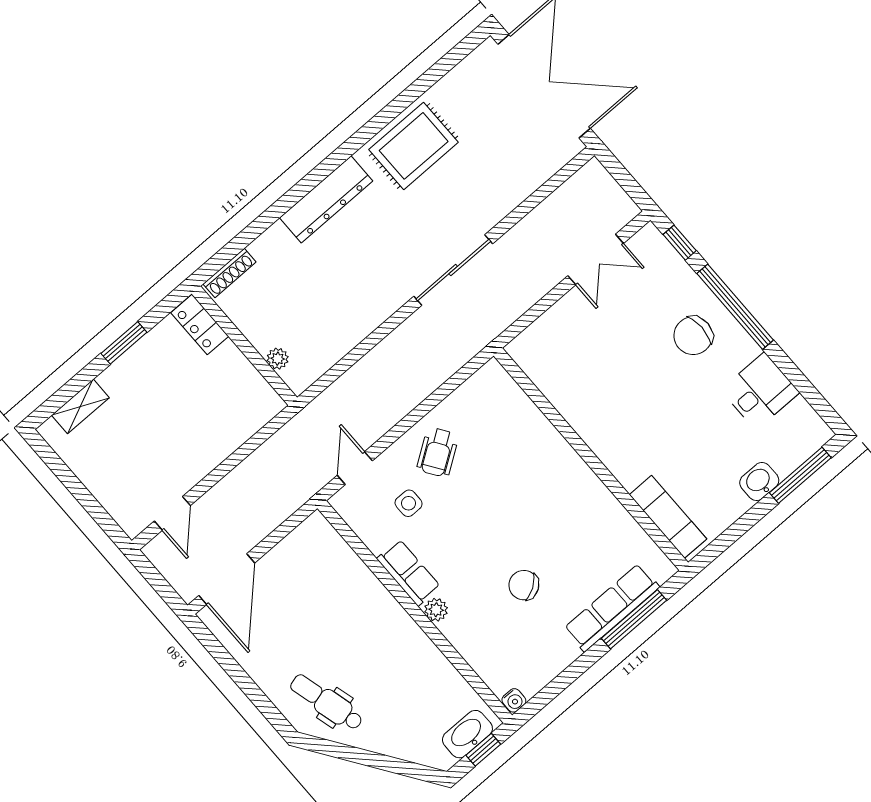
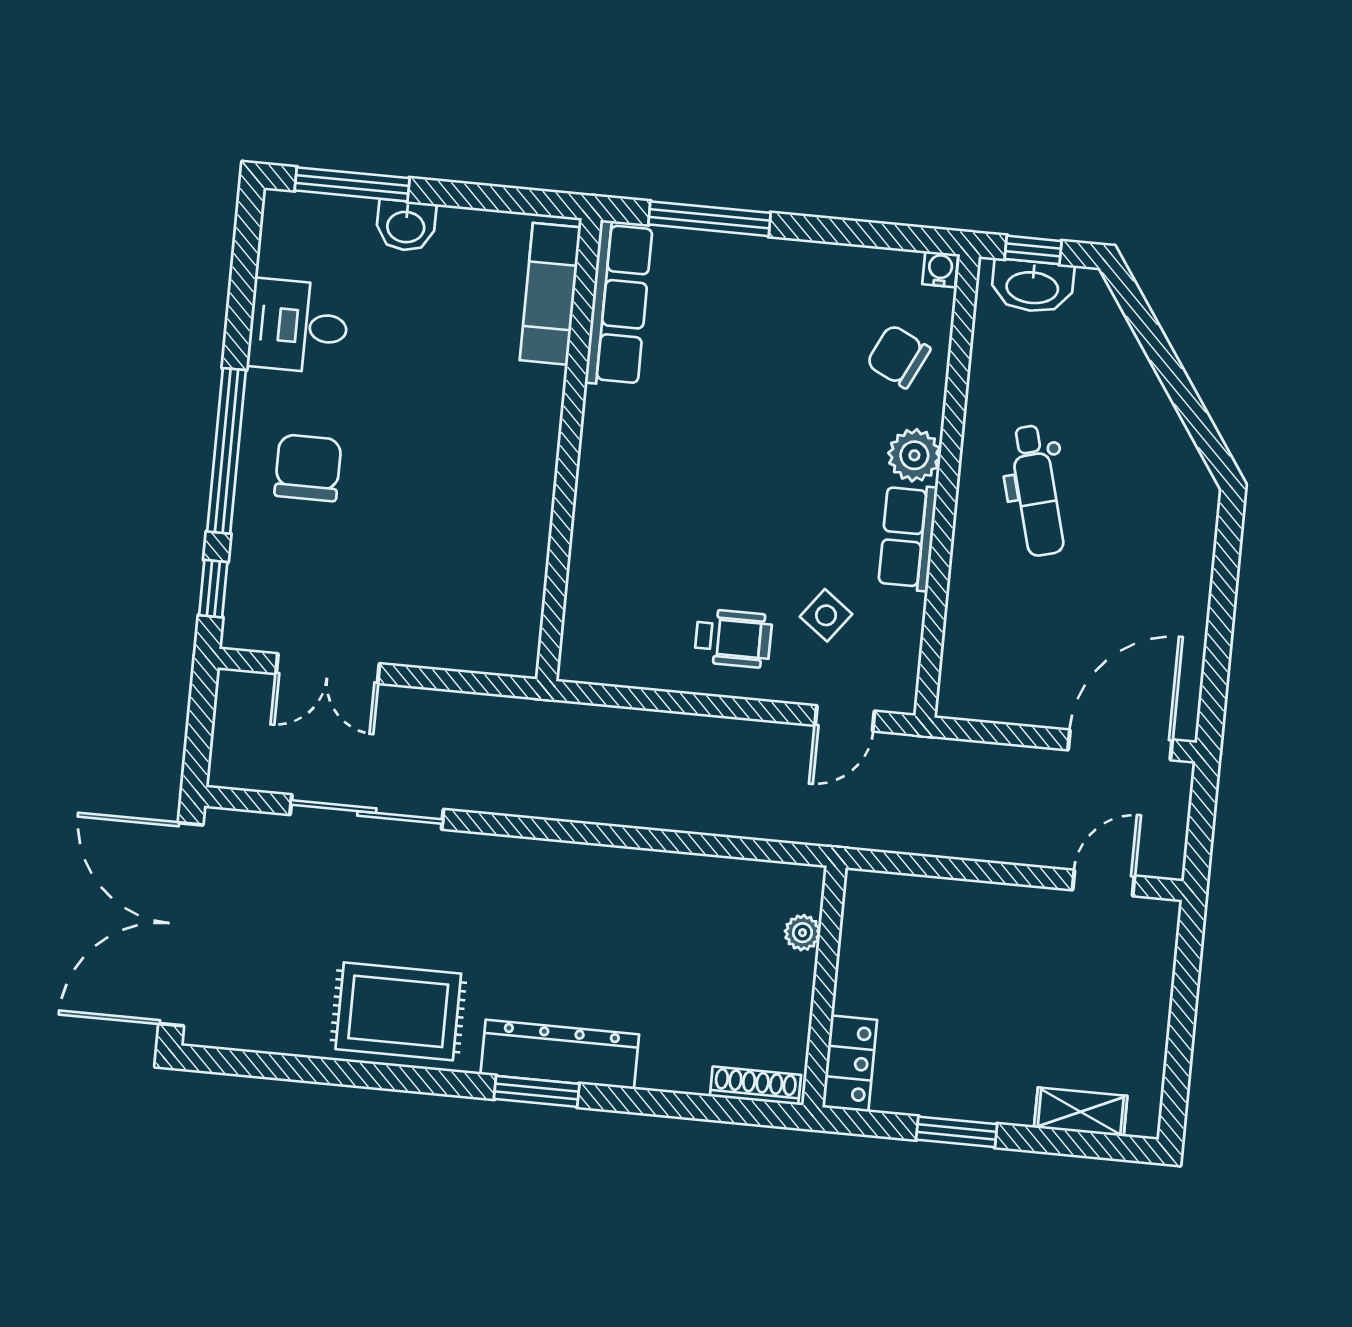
window: (320, 173) -> (537, 1091), added
double door: (596, 260) -> (328, 669), swing flipped
sliding door: (453, 270) -> (367, 812), moved
chair: (693, 336) -> (308, 468), turned -90
wheelchair: (438, 452) -> (733, 638), turned 34
side table: (409, 503) -> (826, 615), turned 37
chair: (524, 585) -> (898, 356), moved, turned 149
row of seats: (612, 608) -> (619, 304), moved, turned -90
plant: (436, 610) -> (914, 455), width x1.38, depth x1.38
dental chair: (327, 702) -> (1036, 491), moved

